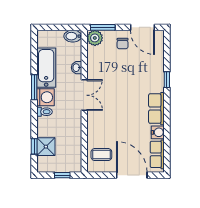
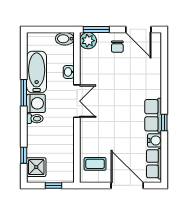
window: (167, 80) -> (164, 123), moved
shower: (46, 147) -> (36, 167), moved

